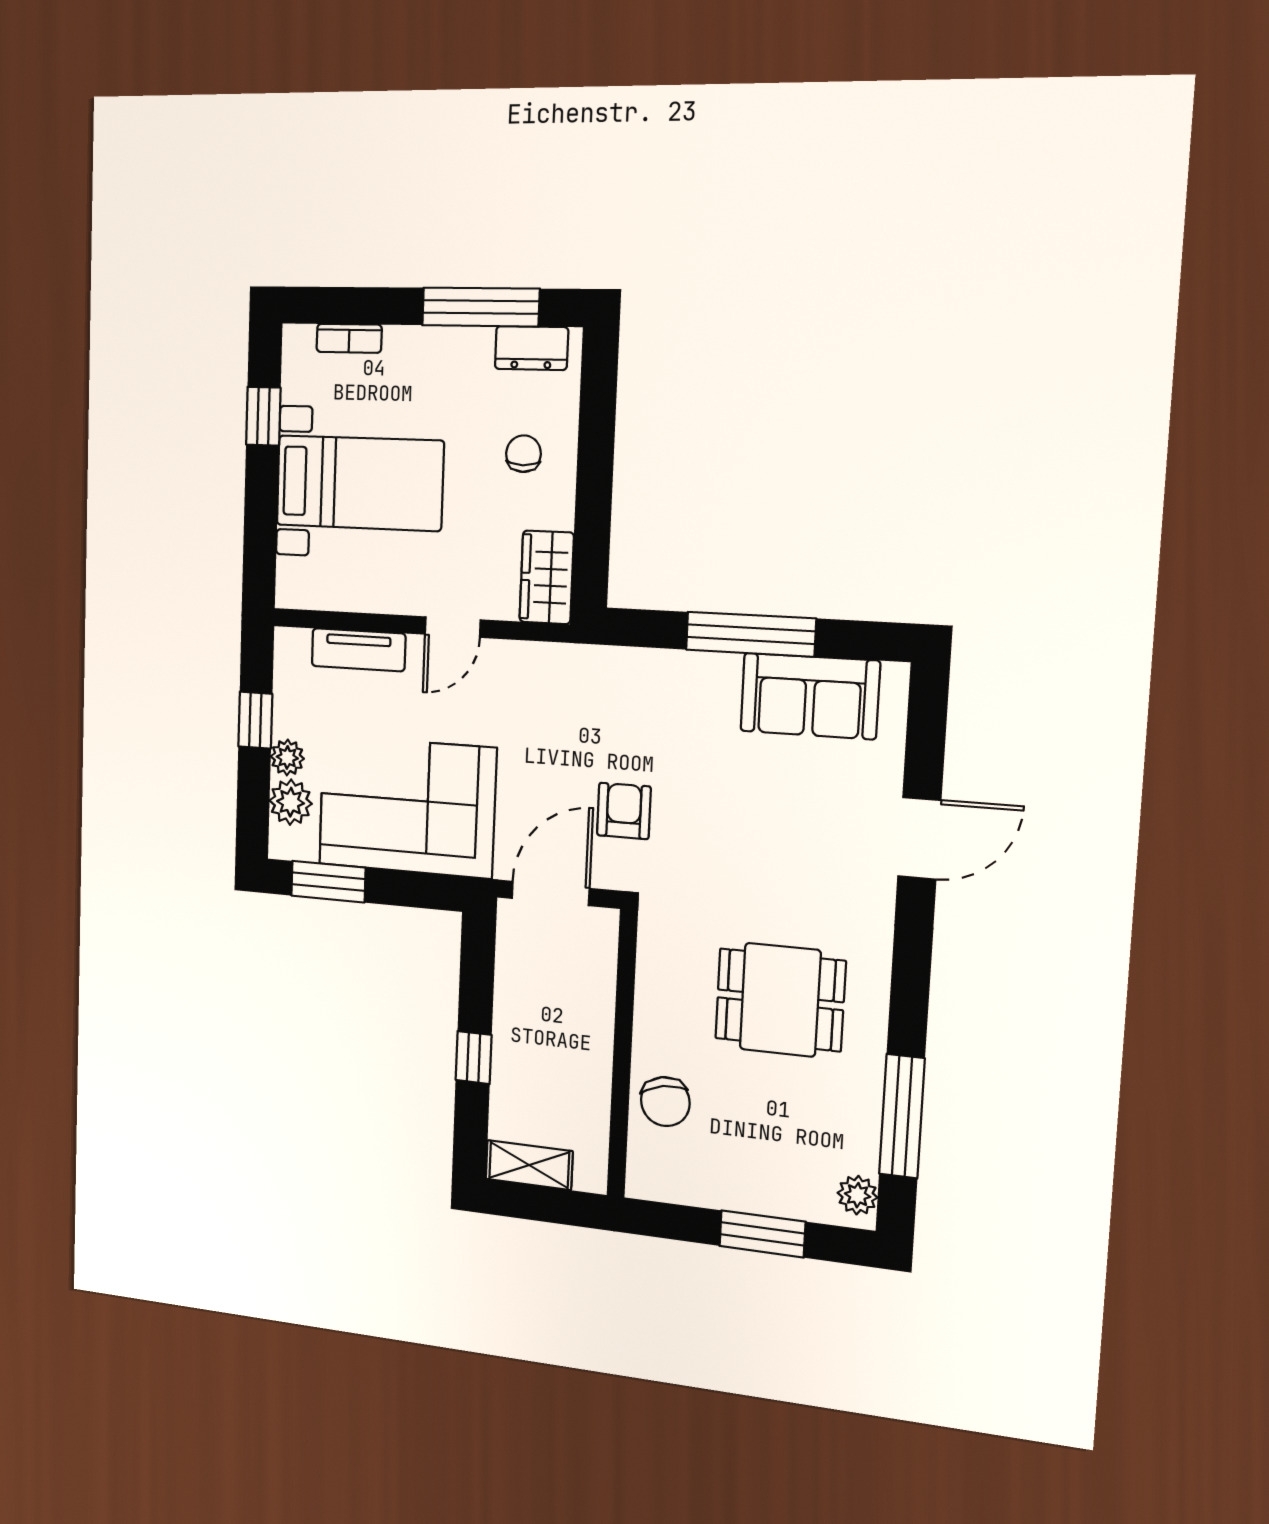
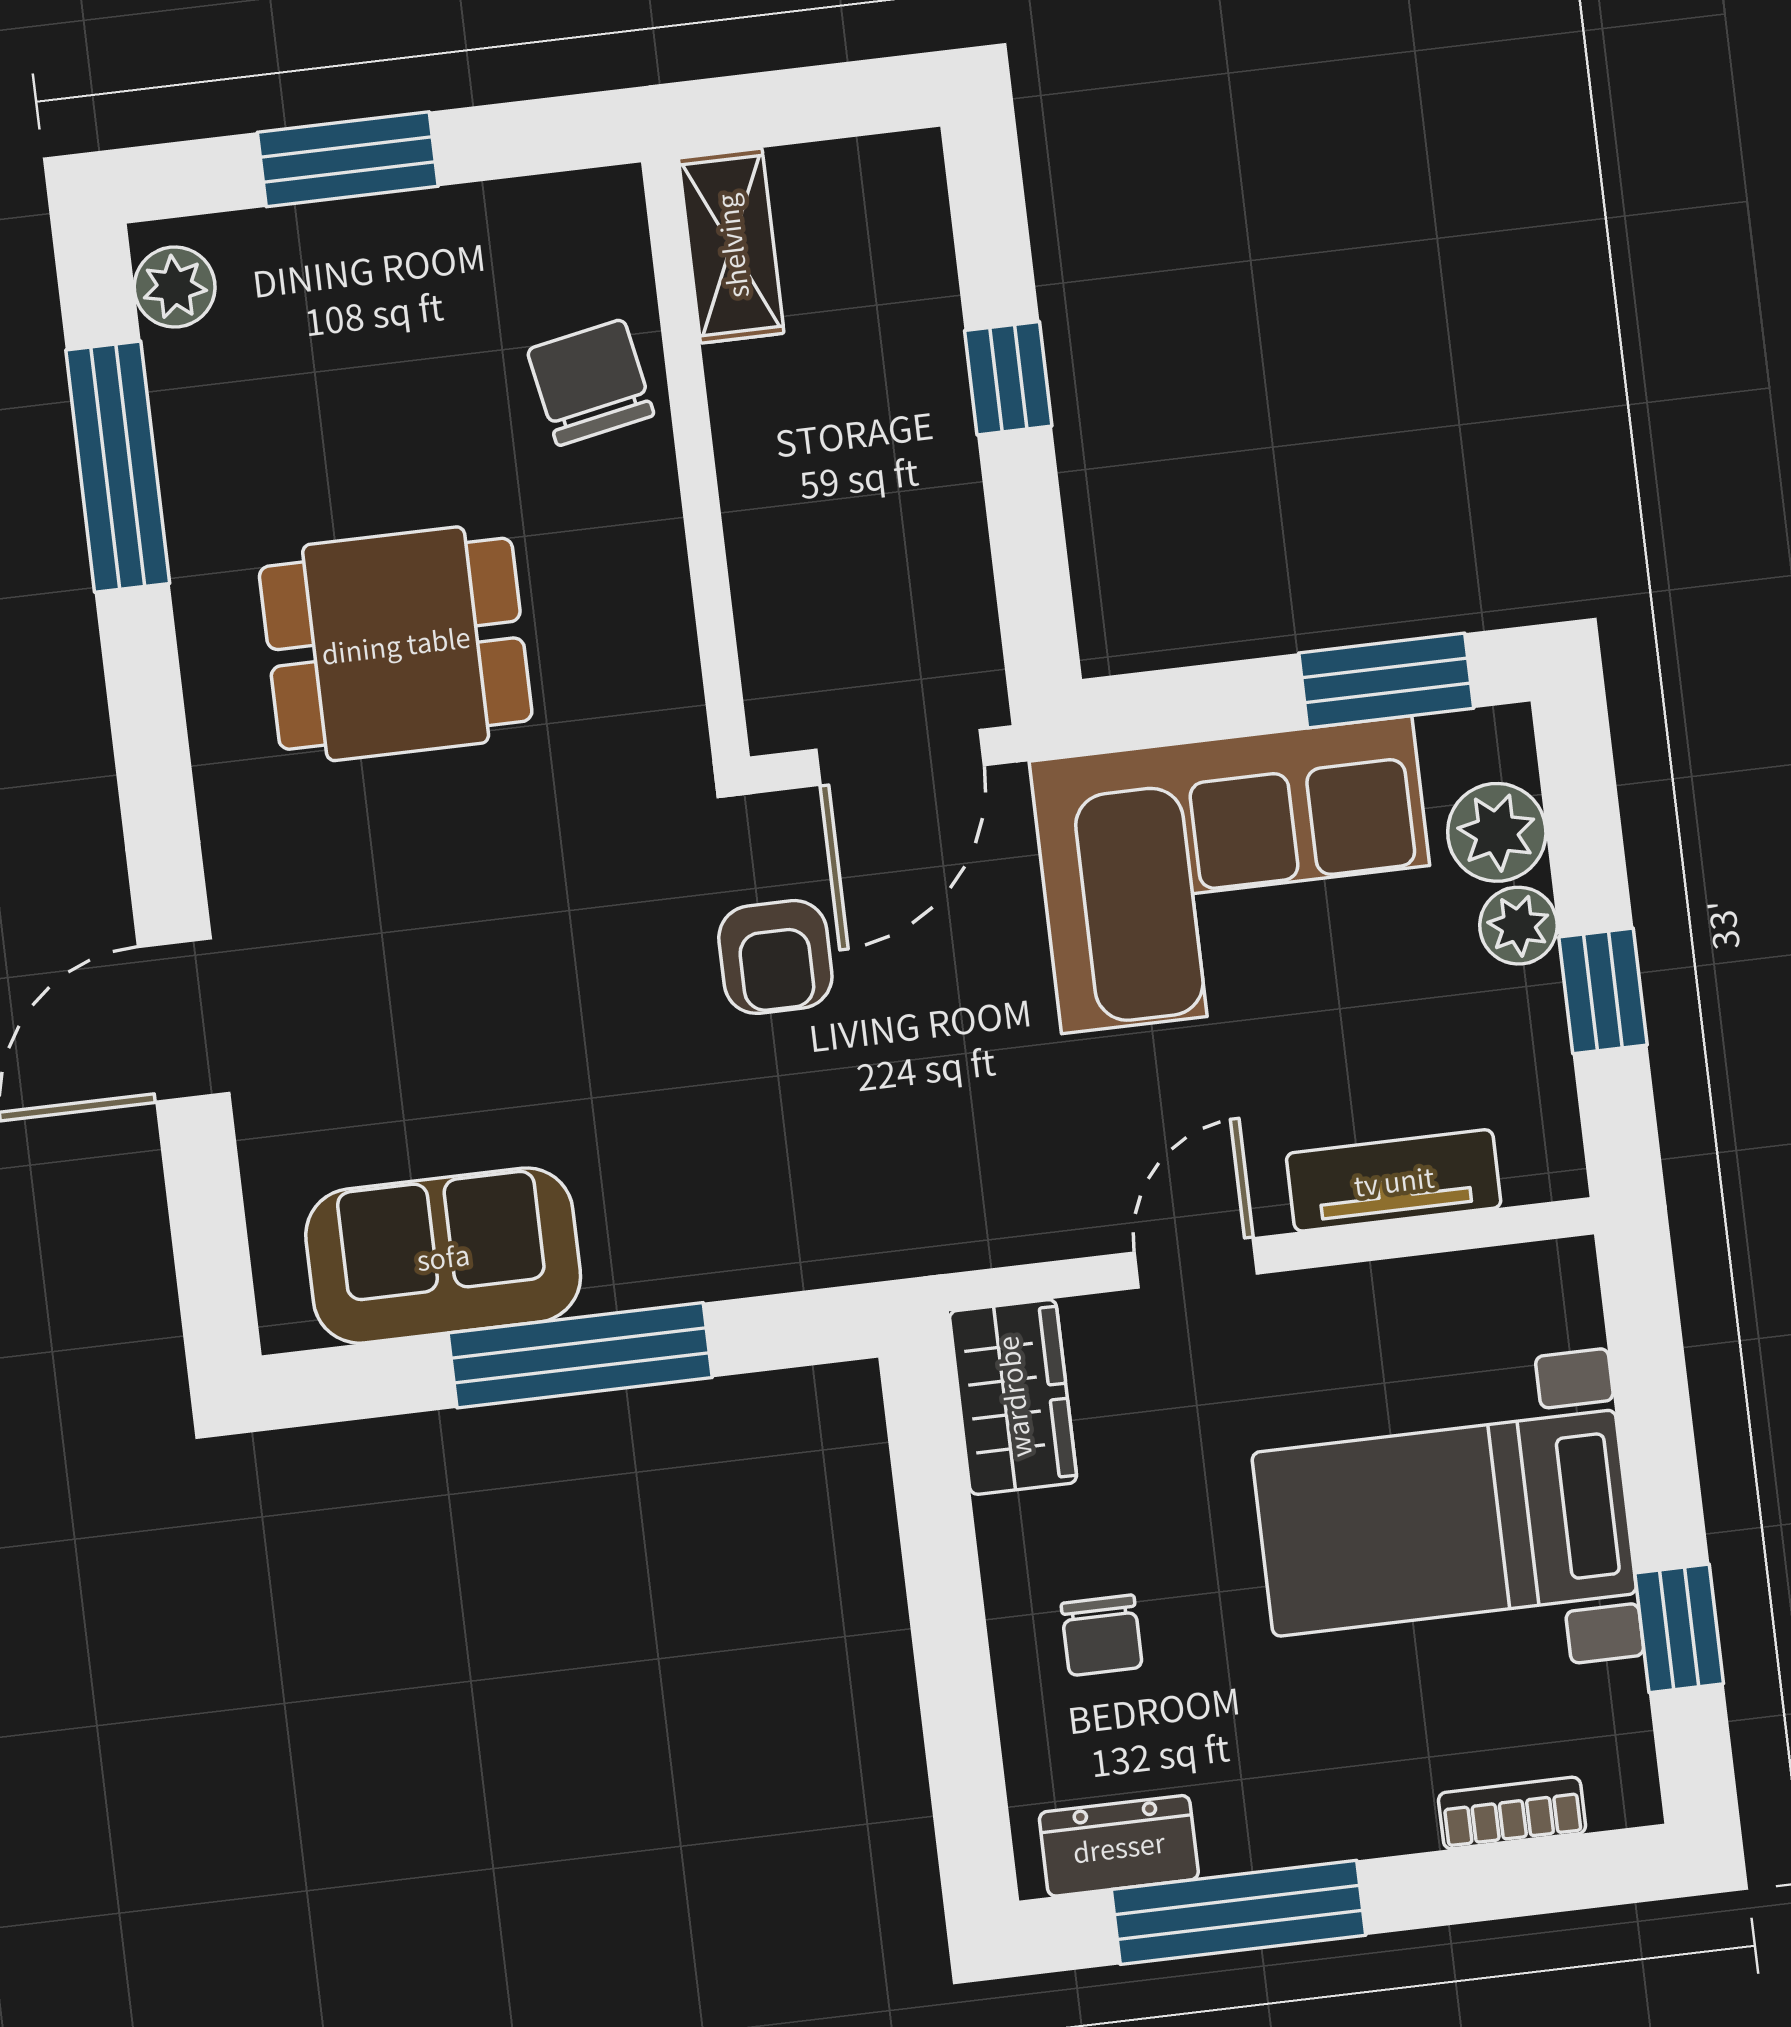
shelving: (529, 1165) -> (731, 246), moved, turned 90

